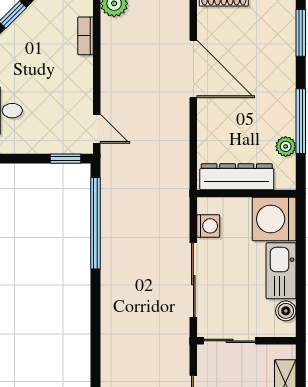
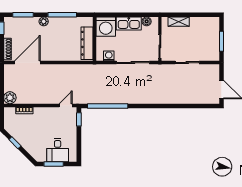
door: (193, 69) -> (27, 63), moved
plant: (286, 146) -> (44, 21), moved

